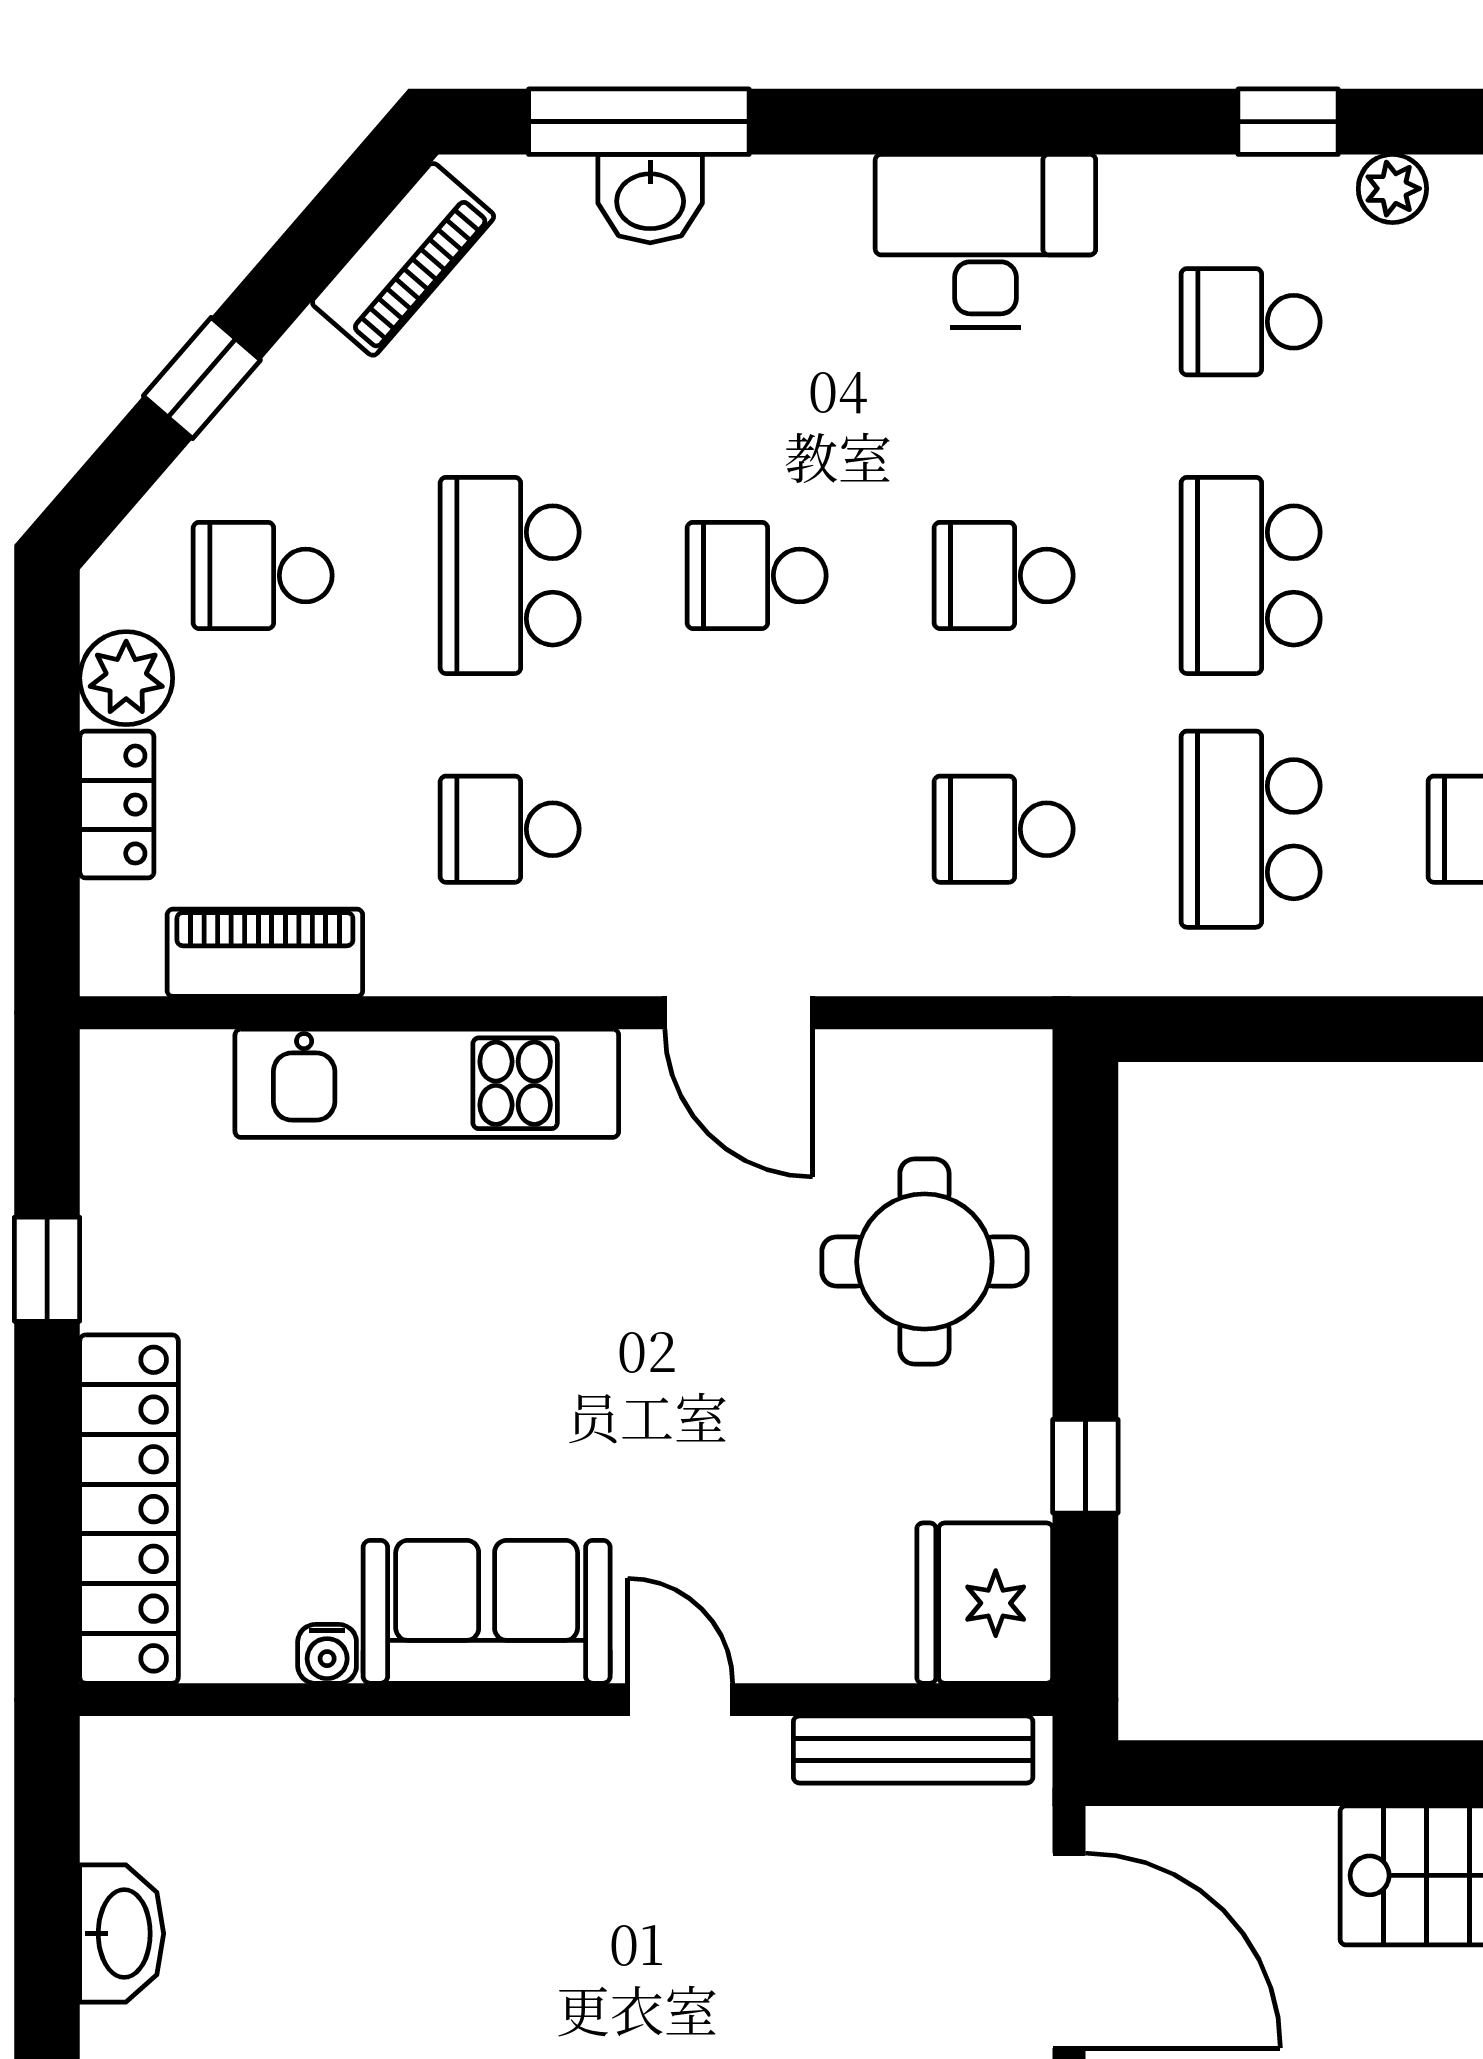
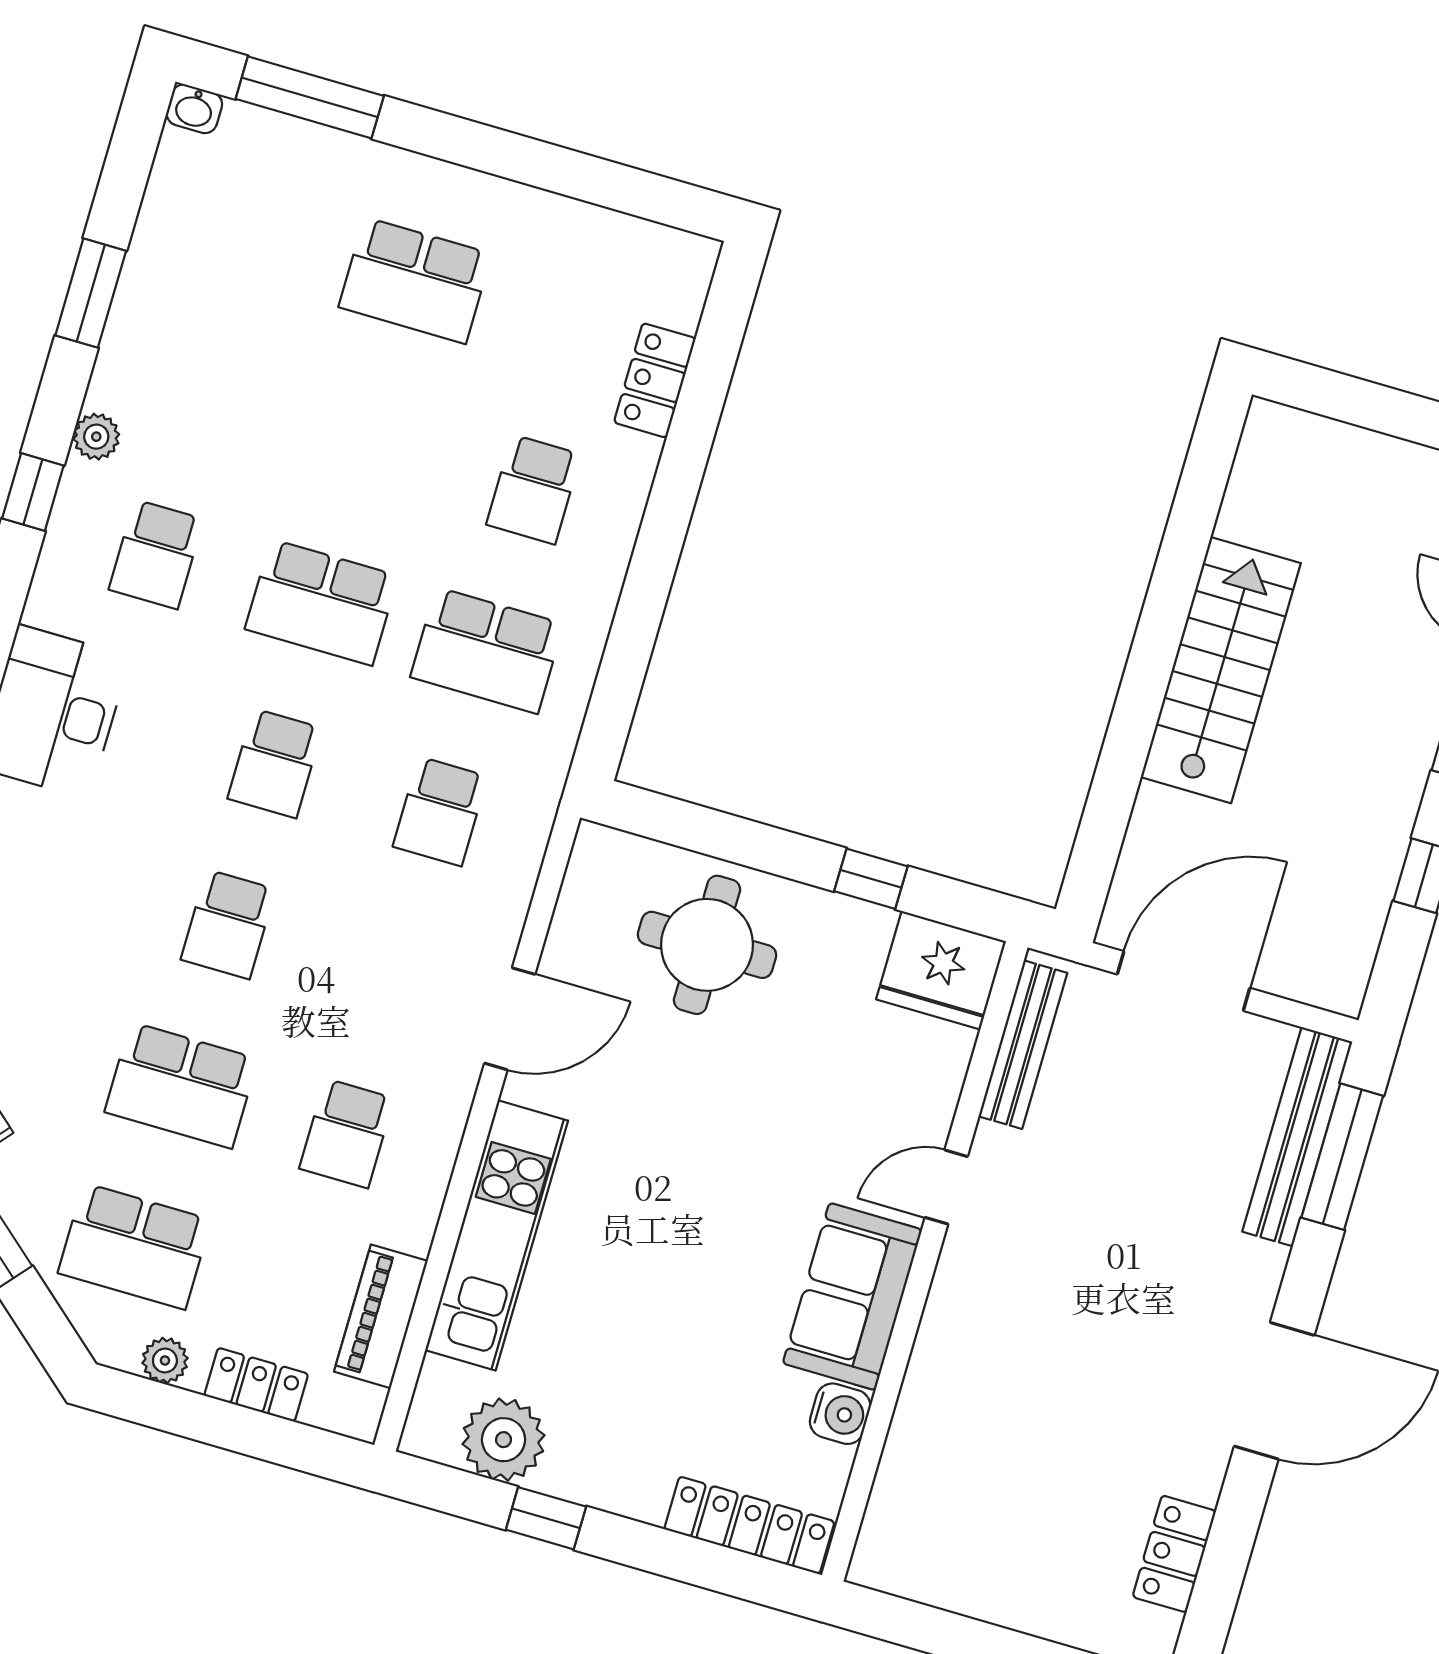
school desk: (263, 575) -> (135, 1246), width x1.85
plant: (126, 678) -> (165, 1361), width x0.73, depth x0.73
plant: (141, 1177) -> (504, 1440), added
locker: (129, 1509) -> (749, 1525), width x0.71, depth x0.83
water cooler: (327, 1654) -> (840, 1414), width x1.38, depth x1.38
washbasin: (122, 1934) -> (993, 1595), removed

